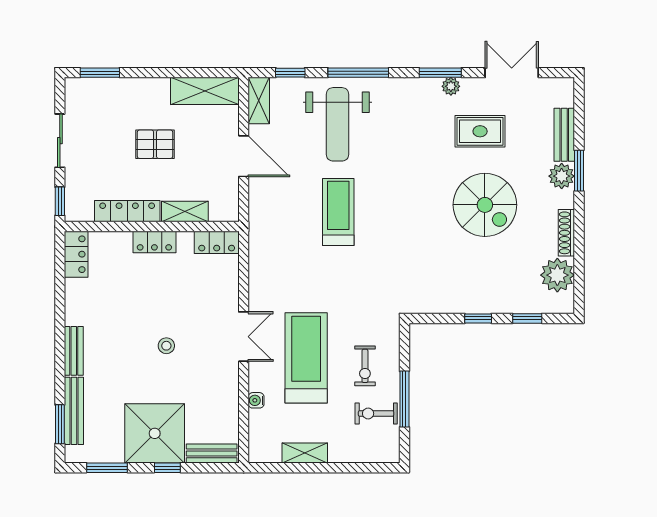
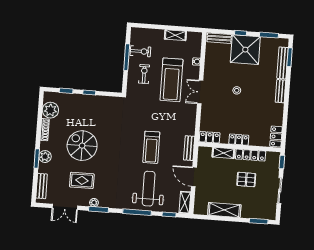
shelving: (205, 91) -> (224, 210), moved
bench: (564, 135) -> (42, 186), moved
pallet: (155, 144) -> (246, 180), moved
bench: (258, 216) -> (189, 148), added

